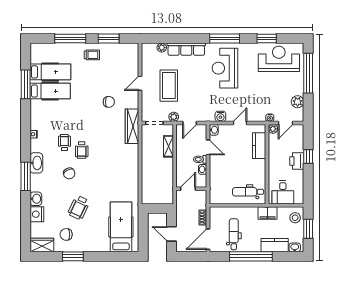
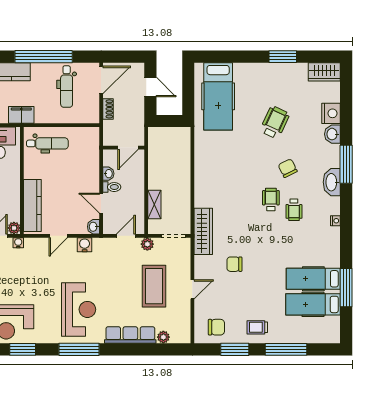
kitchen counter: (259, 146) -> (32, 206), width x1.50
chair: (66, 234) -> (216, 327), moved

